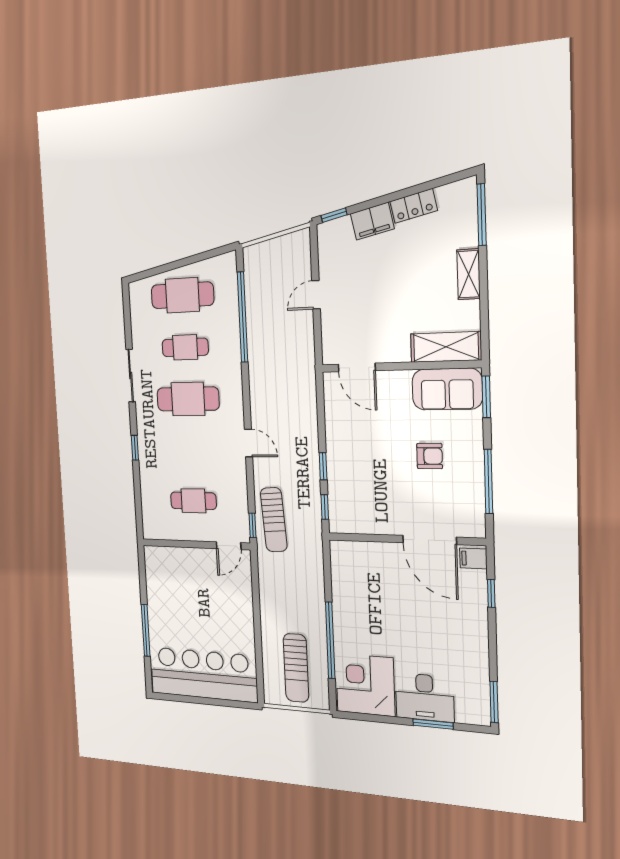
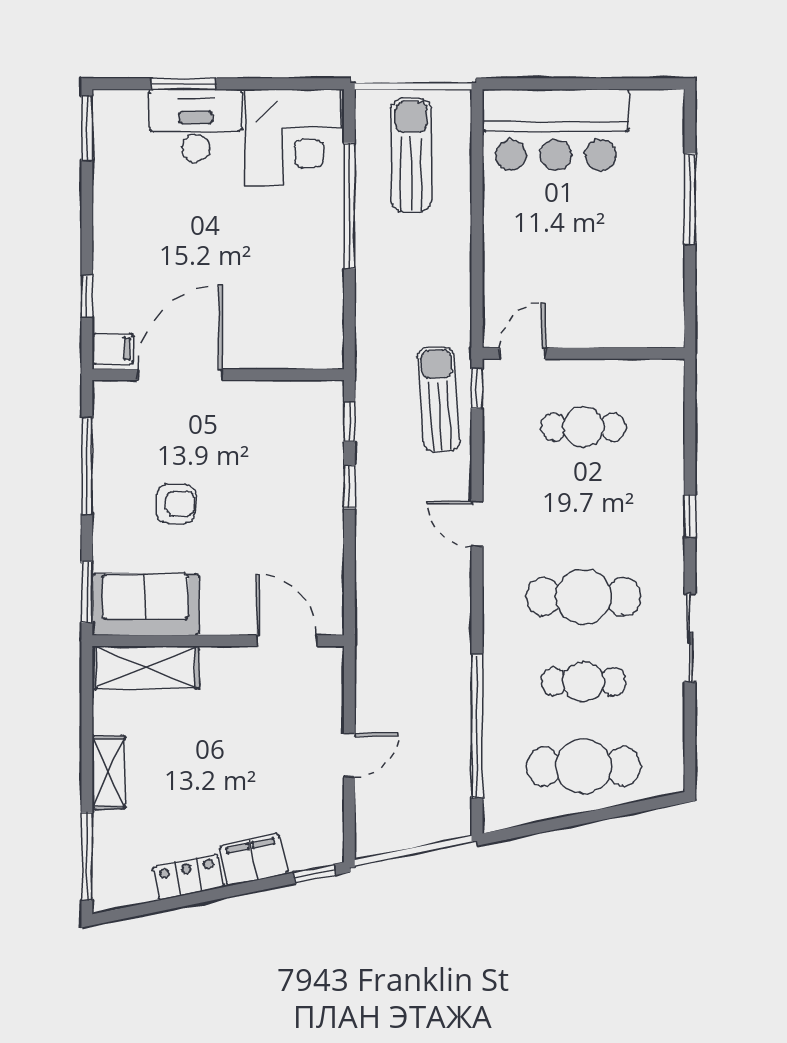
armchair: (430, 456) -> (176, 504), turned 180
door: (430, 540) -> (180, 375), hinge flipped
bar counter: (203, 674) -> (556, 130), width x0.73

